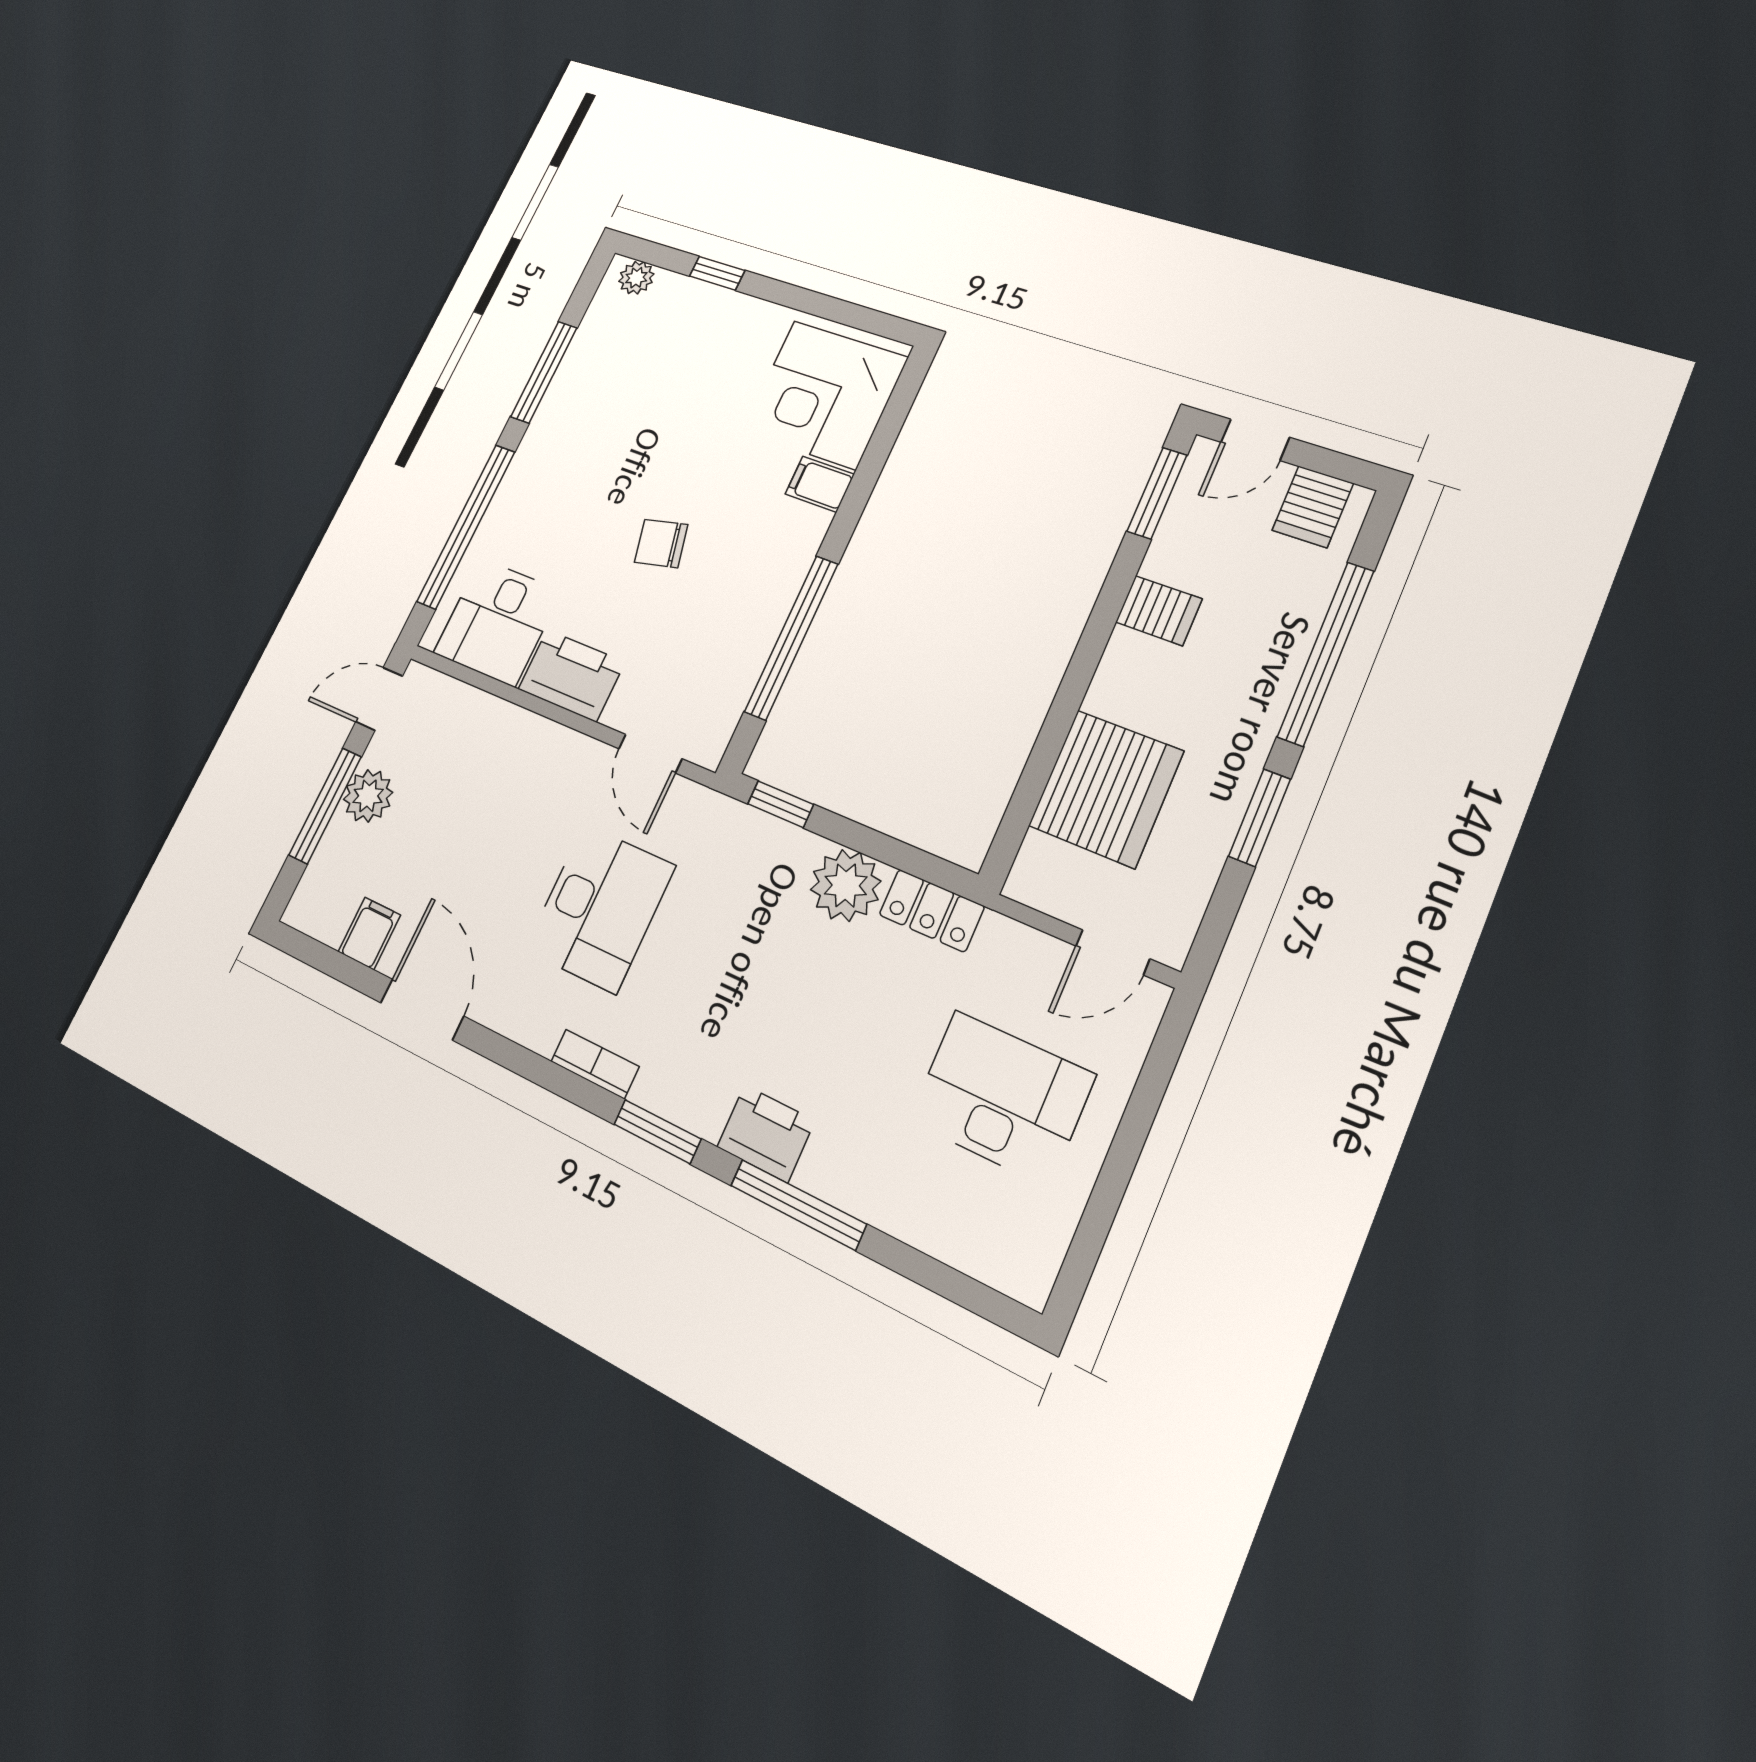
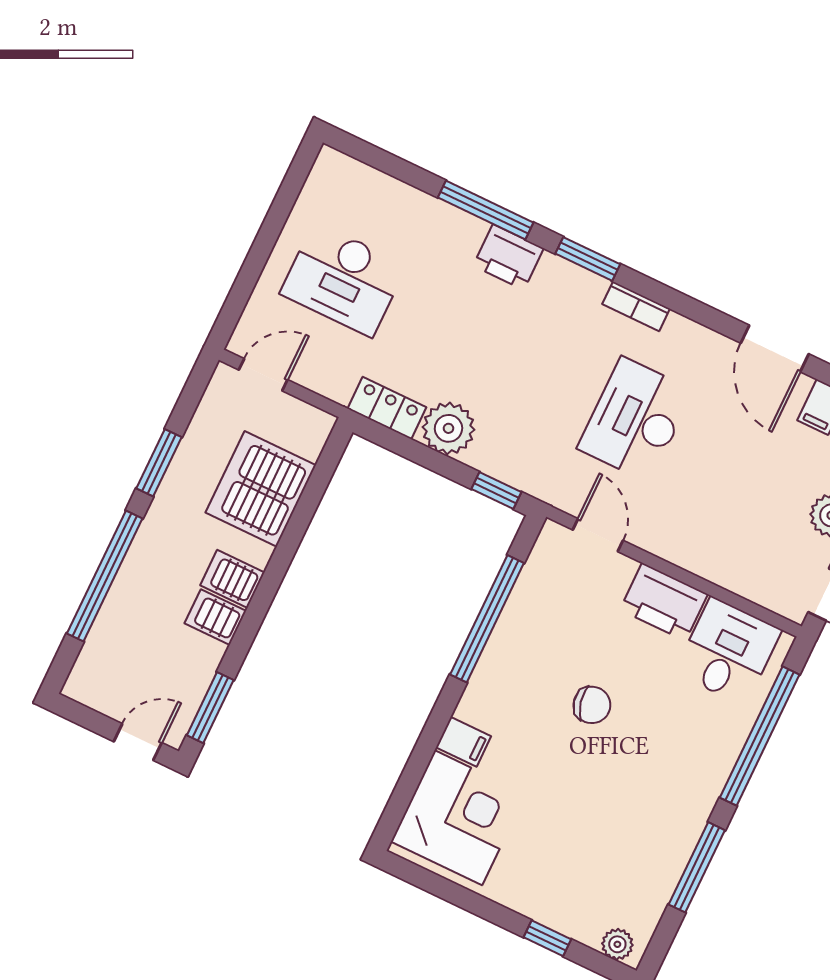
server rack: (1313, 507) -> (232, 579), moved, turned -90

